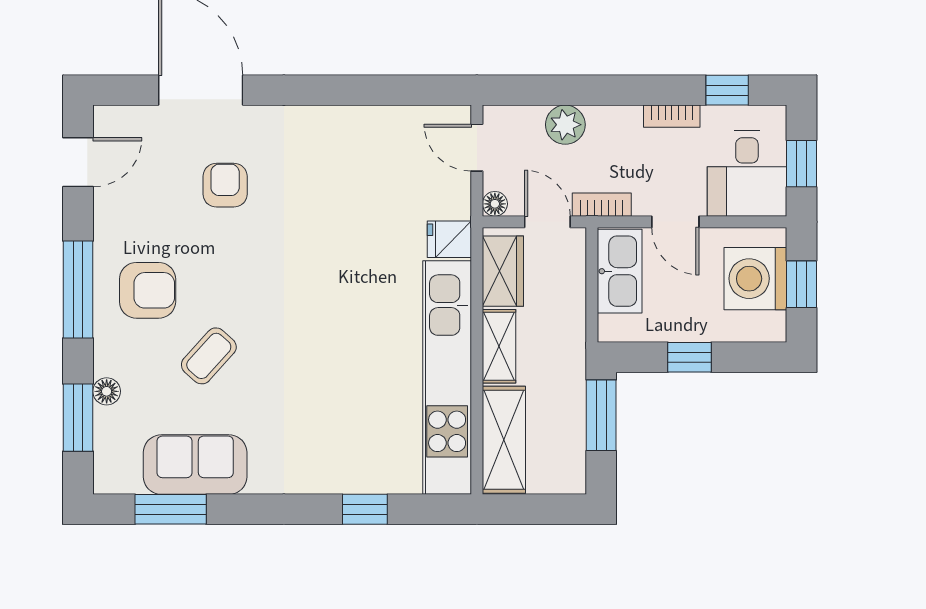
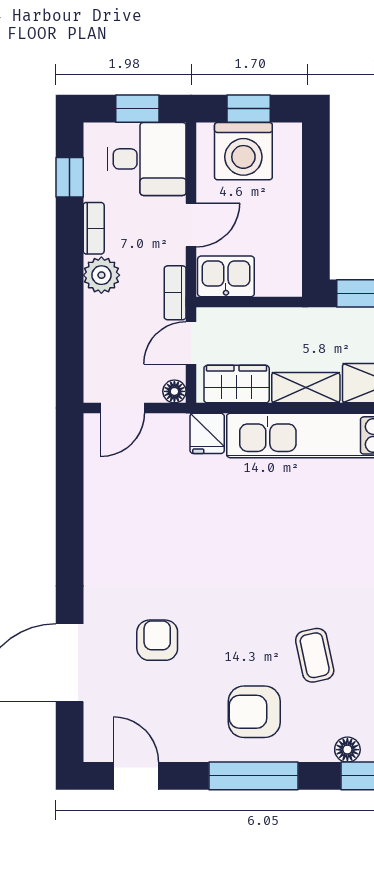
plant: (565, 125) -> (101, 275), moved
armchair: (225, 185) -> (157, 640), turned 90
kitchen sink: (620, 271) -> (226, 276), width x0.73
armchair: (148, 290) -> (254, 712), turned -90
coffee table: (209, 356) -> (315, 655), turned 36
window: (690, 357) -> (316, 212), removed

